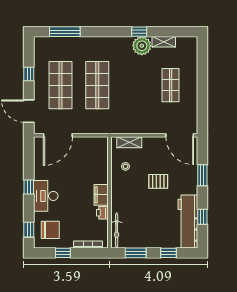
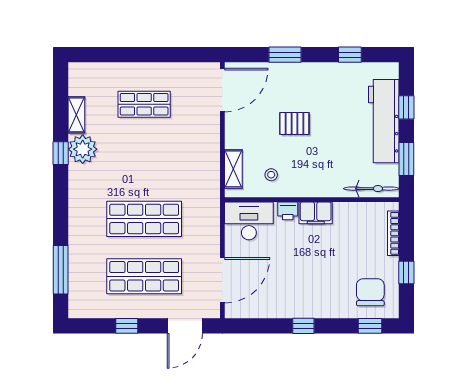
door: (58, 135) -> (222, 280), hinge flipped
pallet: (158, 181) -> (294, 123), turned 90
desk: (46, 196) -> (249, 221), moved, turned 180
printer: (102, 213) -> (288, 211), moved
workbench: (188, 221) -> (384, 121), moved, turned 90

